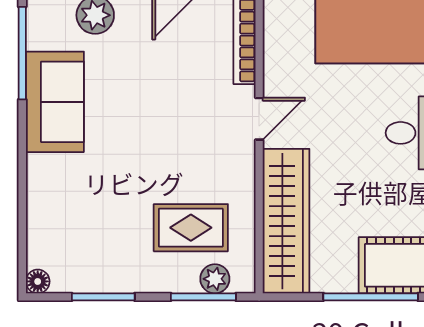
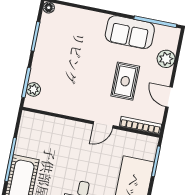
door: (259, 119) -> (103, 125), hinge flipped
wardrobe: (286, 221) -> (53, 128), removed
rug: (191, 228) -> (125, 81), moved

